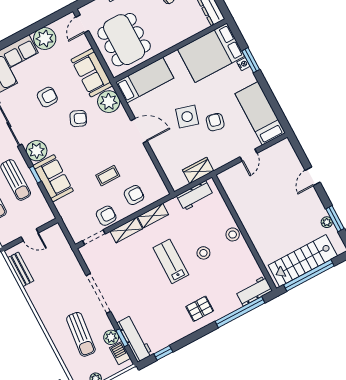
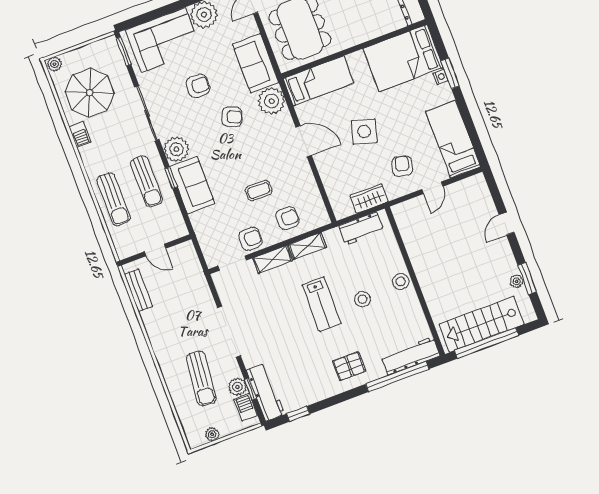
armchair: (215, 122) -> (402, 166), moved
lab bench: (171, 261) -> (322, 304), turned 180
workbench: (254, 291) -> (410, 356), width x1.37

